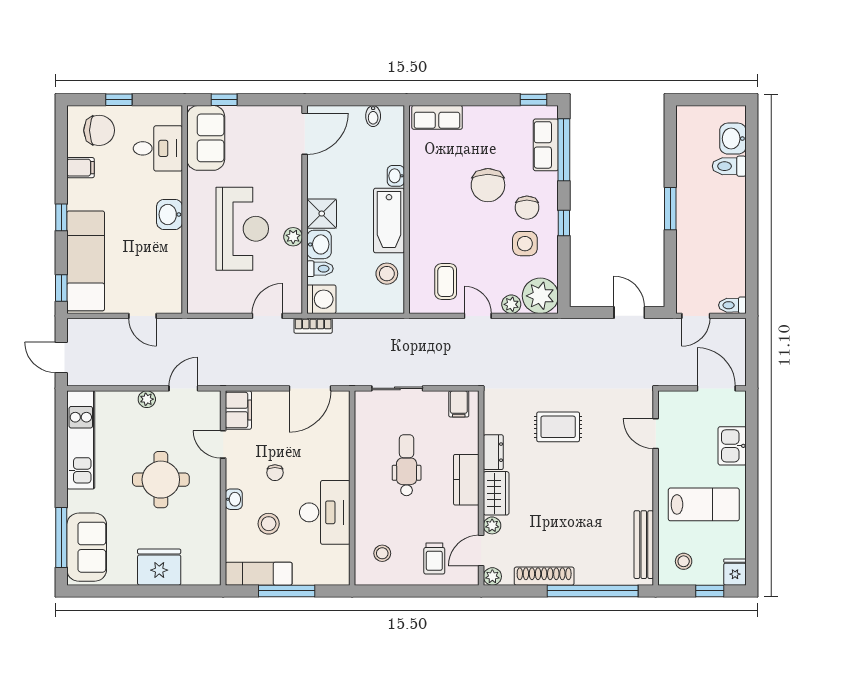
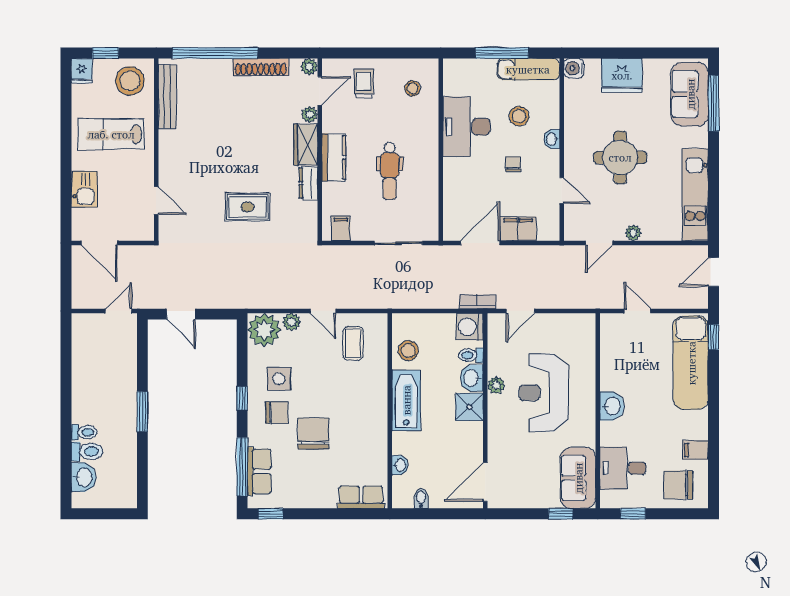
window: (119, 100) -> (633, 514), moved
washbasin: (396, 176) -> (400, 465), moved
chair: (527, 208) -> (277, 413), turned 90
window: (61, 217) -> (714, 403), removed
toilet: (732, 305) -> (84, 432), moved
door: (61, 357) -> (714, 272), swing flipped
filing cabinet: (238, 410) -> (518, 229), moved, turned 90
stool: (684, 561) -> (130, 81), width x1.89, depth x1.89
water cooler: (210, 575) -> (574, 68), added

